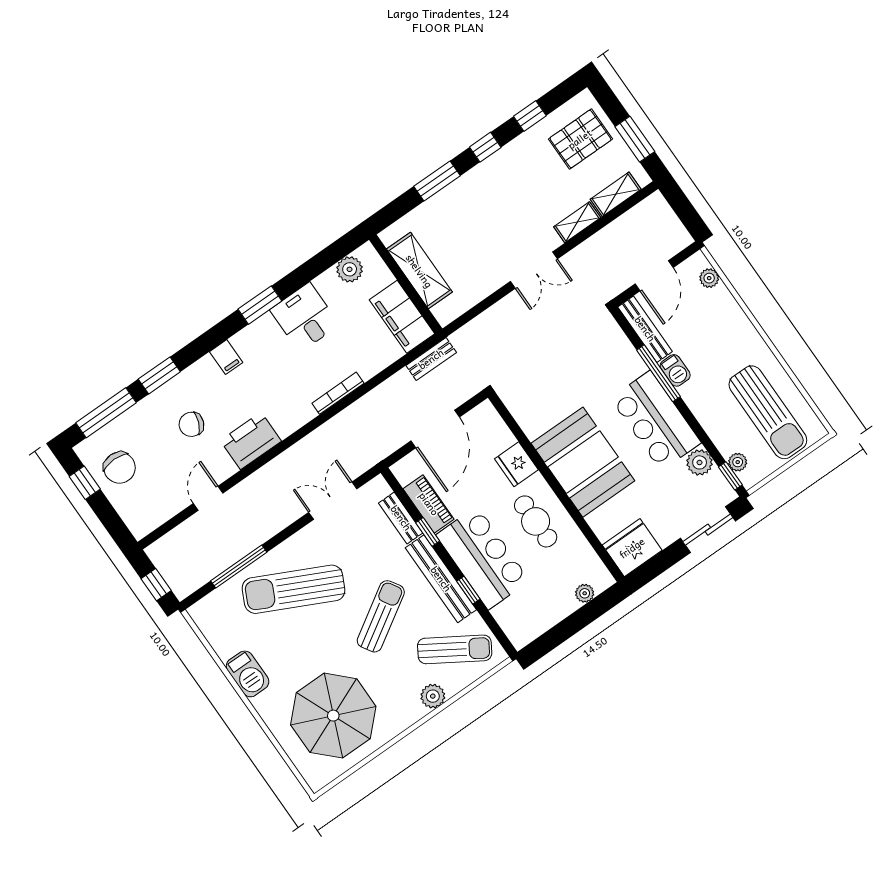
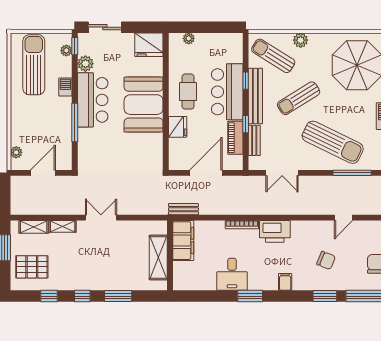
plant: (350, 269) -> (193, 283), removed
bench: (645, 329) -> (66, 149), removed
barbecue: (675, 370) -> (65, 87), moved
printer: (251, 441) -> (275, 231), moved

